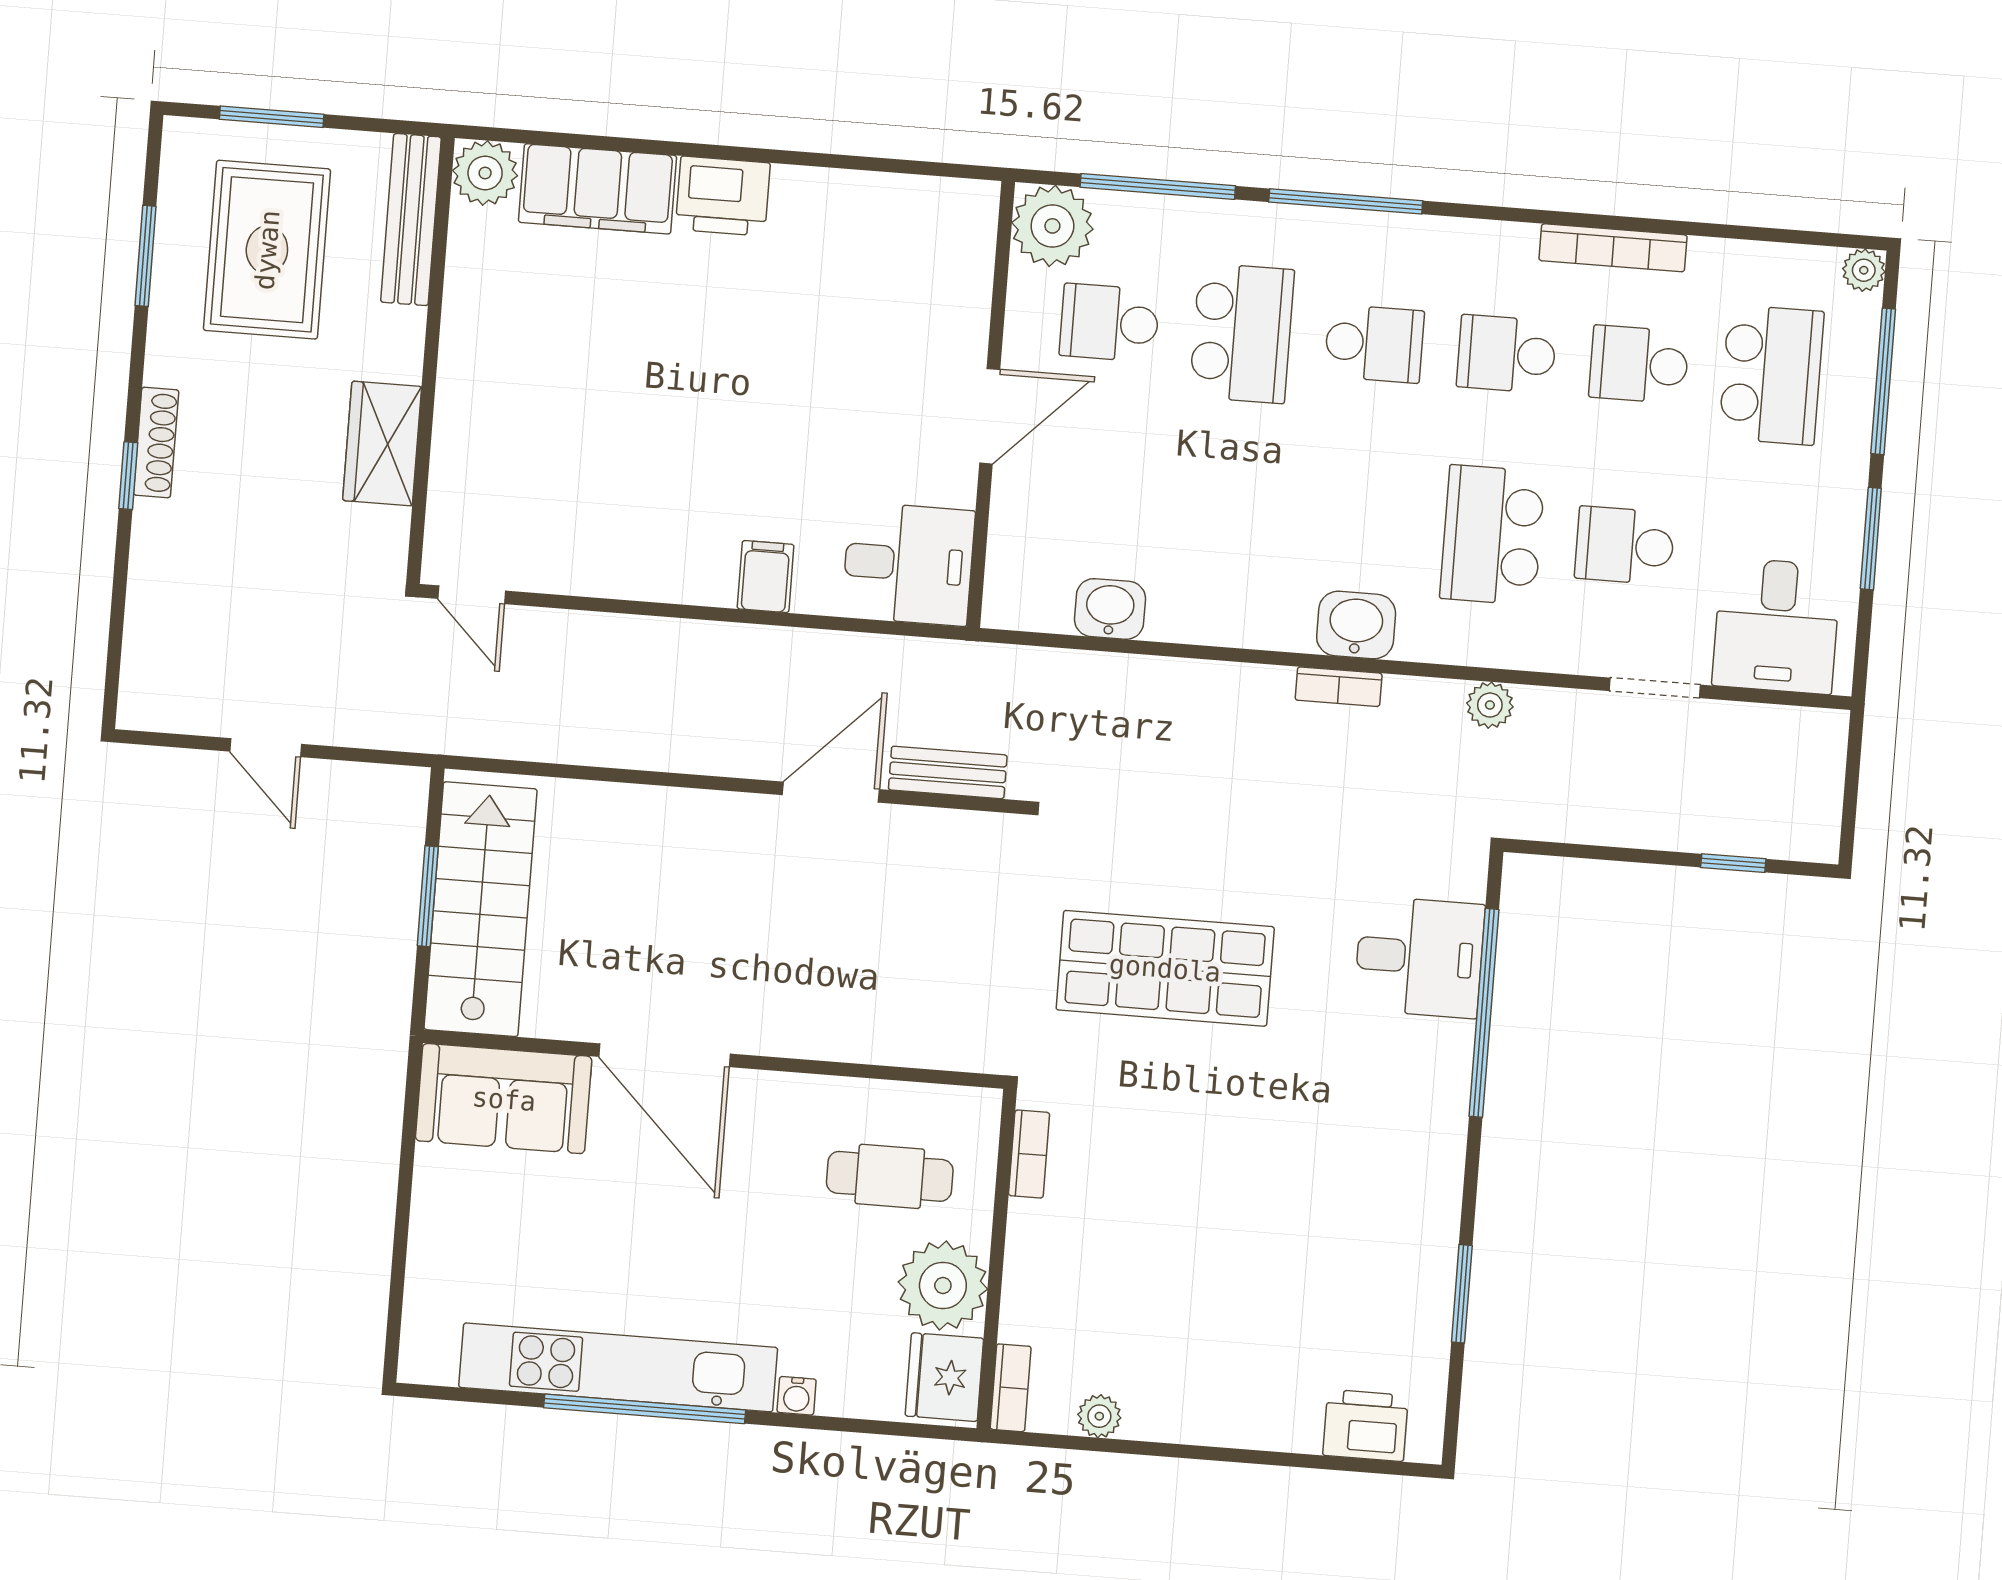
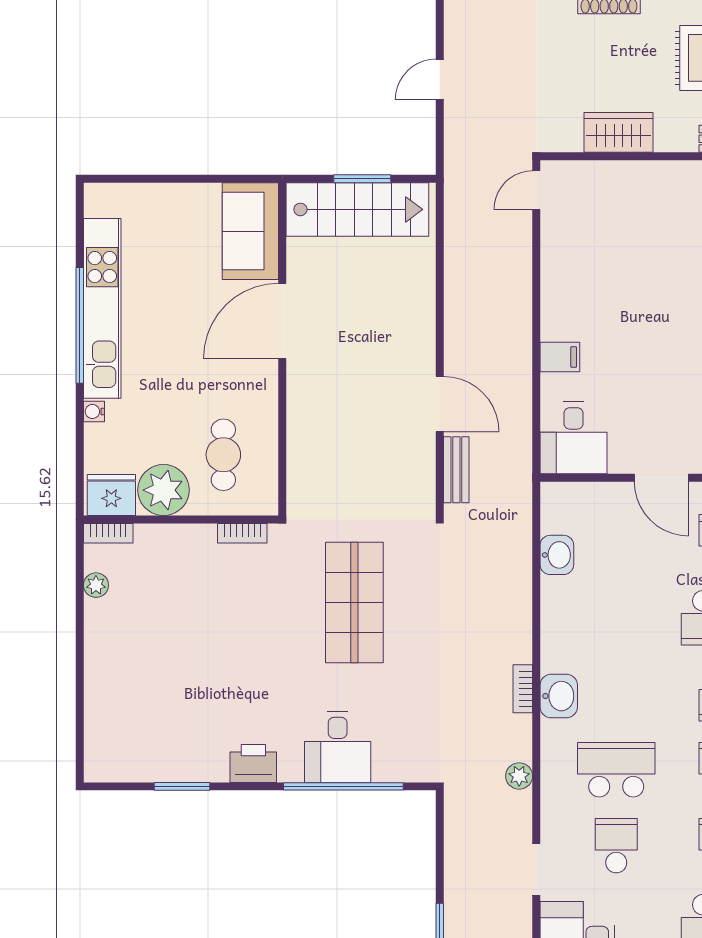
desk: (1419, 957) -> (338, 747), moved
printer: (1366, 1425) -> (253, 763), moved, turned -90

